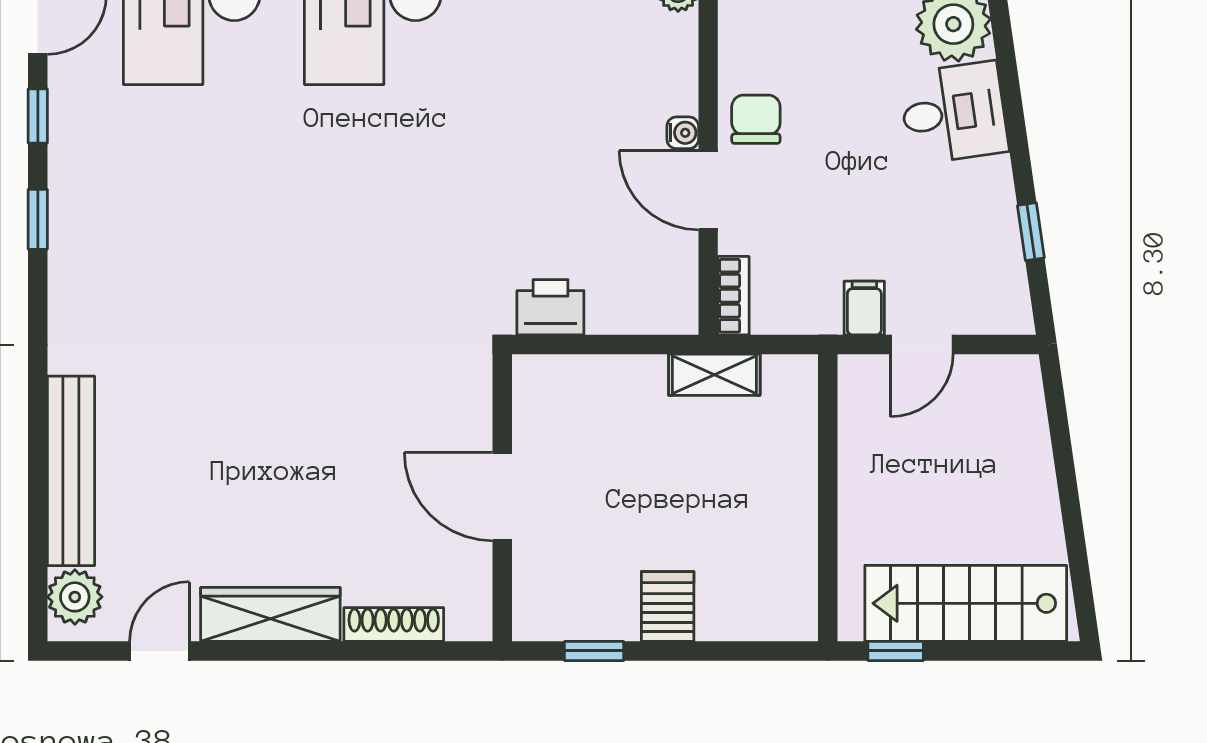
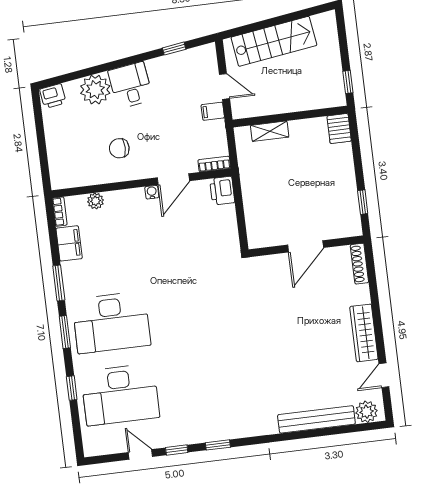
chair: (756, 119) -> (119, 148), moved
printer: (550, 307) -> (222, 191), moved
shelving: (714, 375) -> (270, 131), moved, turned 90
stairs: (966, 603) -> (274, 41), moved, turned -98
server rack: (668, 606) -> (339, 128), moved, turned -90
shoe rack: (394, 624) -> (359, 264), moved
door: (160, 651) -> (384, 375), hinge flipped

